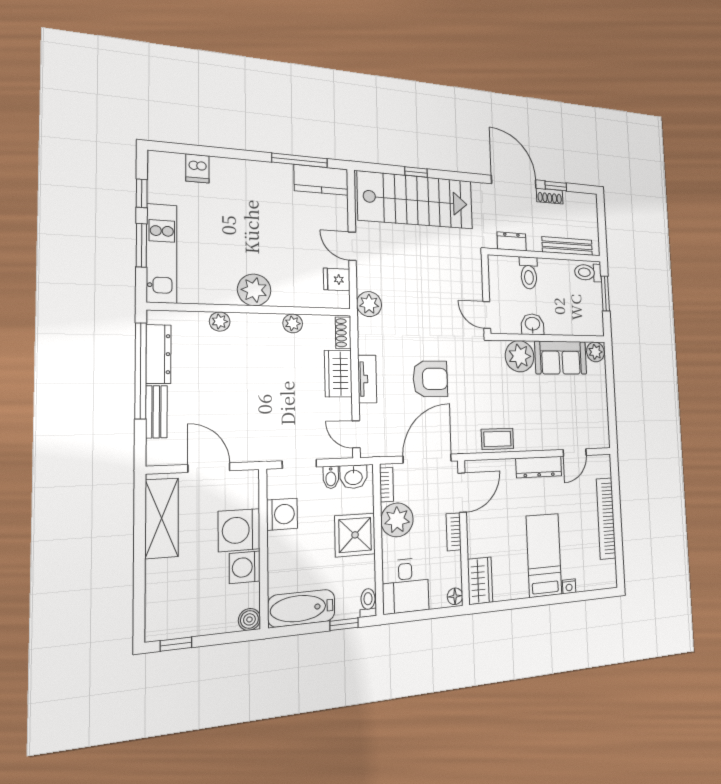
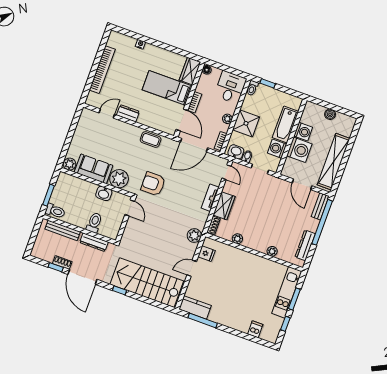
window: (416, 172) -> (120, 290), moved
dresser: (512, 241) -> (94, 242), width x1.44
door: (352, 246) -> (192, 268), swing flipped
plant: (254, 290) -> (250, 261), removed
window: (141, 371) -> (322, 222), moved
armchair: (430, 379) -> (153, 184), moved
bench: (156, 412) -> (320, 206), moved
dresser: (539, 467) -> (128, 113), width x0.70
door: (462, 493) -> (182, 120), swing flipped
shelving: (162, 518) -> (334, 162), width x1.47
plant: (397, 520) -> (227, 119), width x0.53, depth x0.53
bed: (544, 555) -> (167, 88), moved, turned 90
bathtub: (302, 608) -> (285, 124), moved, turned 90
boiler: (249, 619) -> (330, 114), moved
window: (176, 644) -> (345, 111), removed

